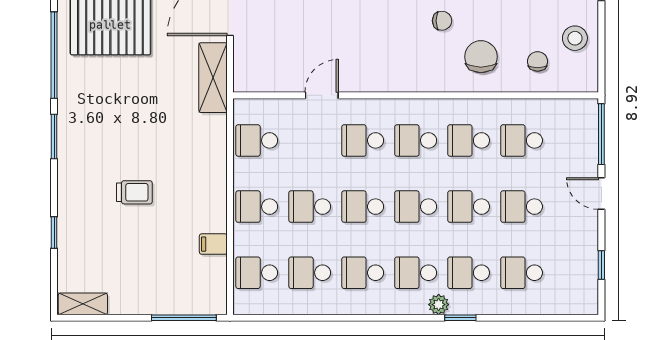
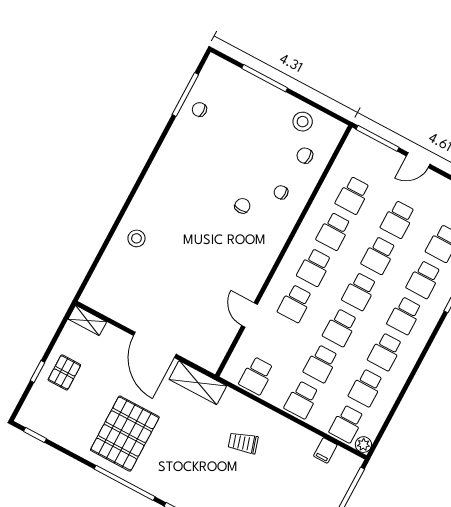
chair: (481, 57) -> (281, 192), width x0.54, depth x0.54
trolley: (134, 192) -> (243, 443), moved, turned -107
filing cabinet: (213, 244) -> (325, 450), moved
plant: (439, 305) -> (363, 445), moved

